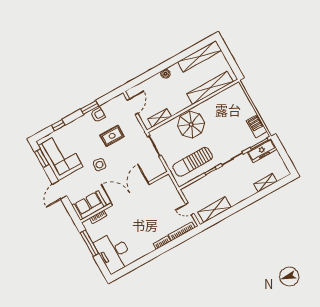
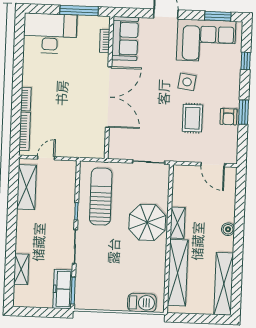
shelving: (160, 118) -> (178, 223), moved
barbecue: (257, 126) -> (142, 303), moved
side table: (99, 165) -> (187, 82), moved

